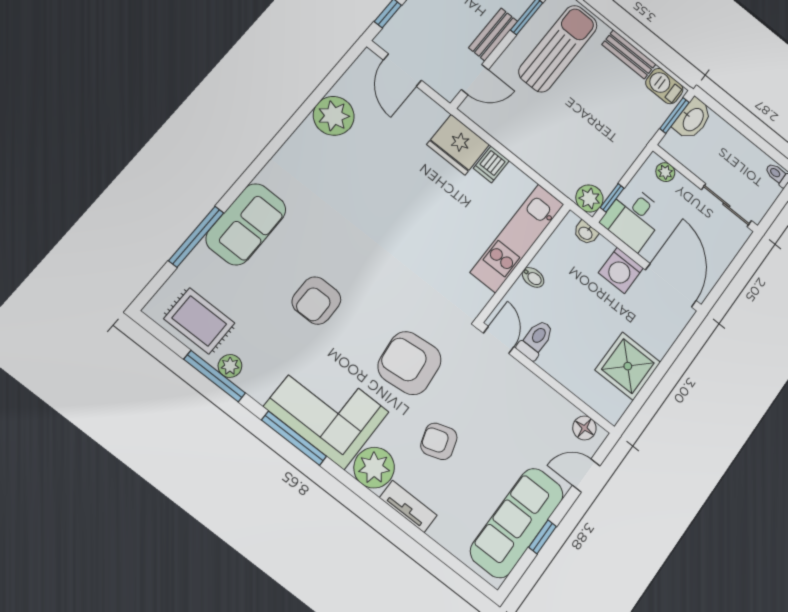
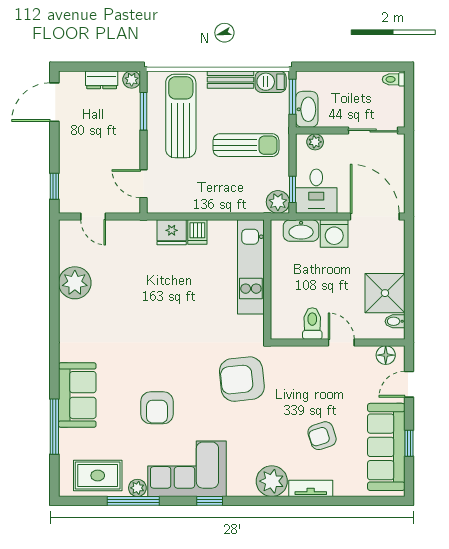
bench: (493, 35) -> (132, 143), removed
door: (402, 70) -> (93, 217), width x0.73
door: (475, 80) -> (144, 184), swing flipped
washbasin: (693, 119) -> (307, 109), moved
sun lounger: (599, 123) -> (246, 145), added
fridge: (458, 145) -> (172, 232), width x0.73, depth x0.75
washbasin: (586, 233) -> (301, 231), width x1.91, depth x1.45
bidet: (533, 277) -> (395, 321), moved, turned 180
door: (499, 340) -> (341, 342), moved
armchair: (410, 363) -> (242, 379), moved
corner sofa: (326, 409) -> (187, 469), moved
window: (294, 438) -> (210, 501), width x0.46
armchair: (439, 441) -> (322, 436), moved

